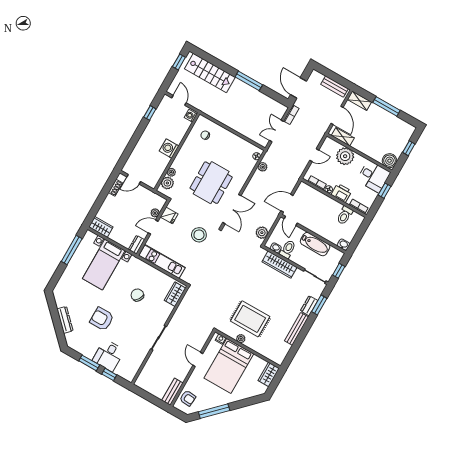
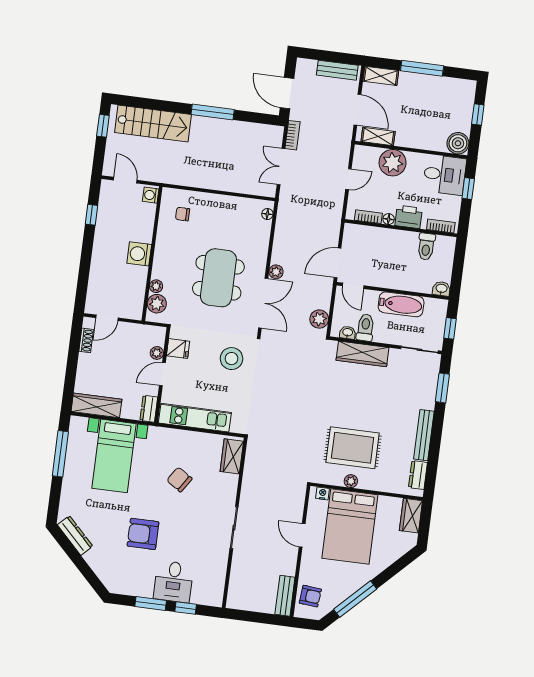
plant: (263, 167) -> (276, 272), moved
wardrobe: (101, 227) -> (96, 405), width x1.50
dresser: (309, 306) -> (418, 475), moved
dresser: (65, 320) -> (75, 535), moved

